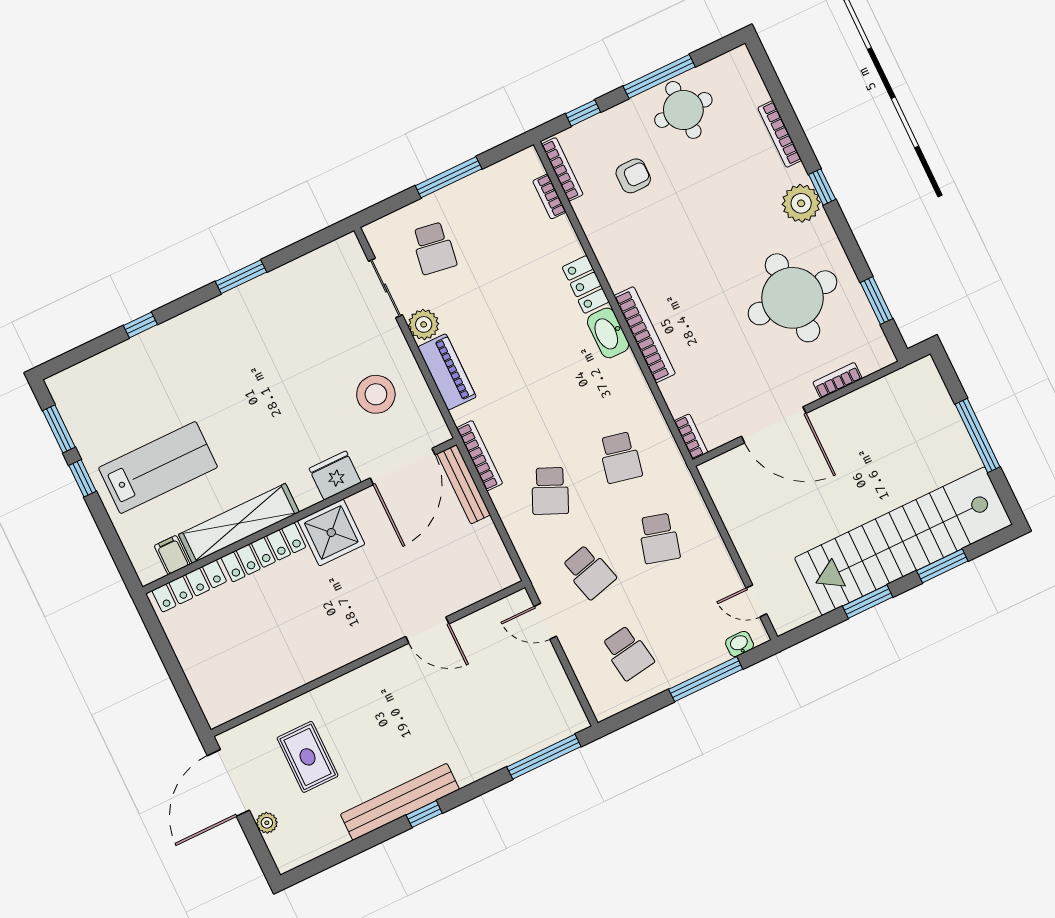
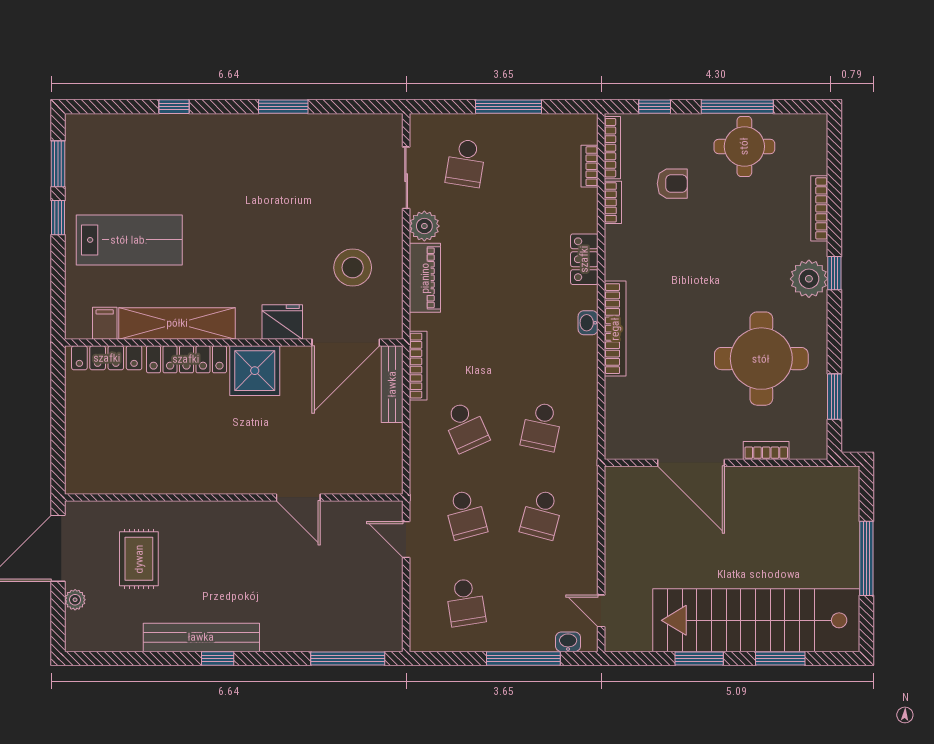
washbasin: (608, 333) -> (588, 323), width x0.52, depth x0.69
bookcase: (691, 437) -> (613, 202), moved
school desk: (550, 491) -> (466, 427), turned -48

